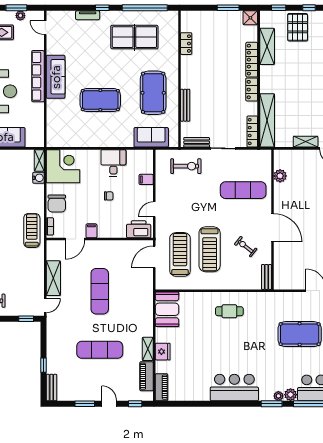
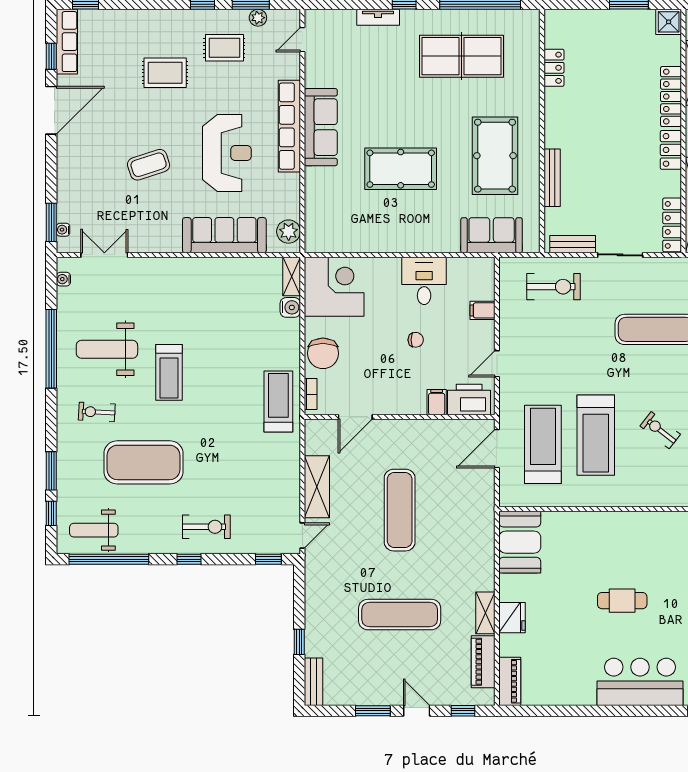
door: (45, 28) -> (302, 40), hinge flipped
plant: (37, 135) -> (289, 232), added
filing cabinet: (91, 231) -> (437, 402), moved
cafe table: (229, 311) -> (622, 601), moved

